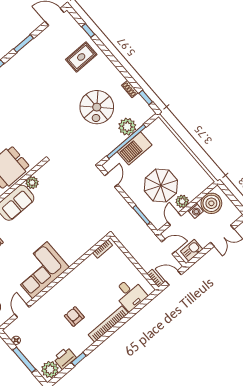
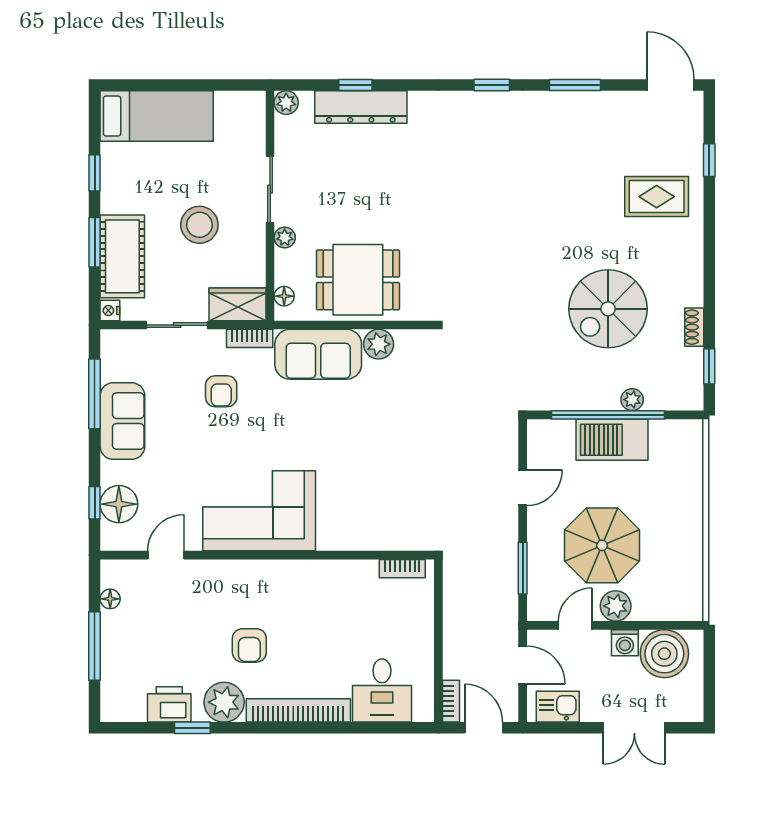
plant: (127, 127) -> (632, 400), width x0.53, depth x0.53
door: (111, 180) -> (523, 488), moved
armchair: (74, 316) -> (249, 645), turned 180
plant: (50, 370) -> (224, 702), moved

